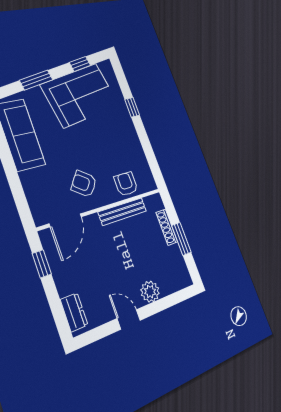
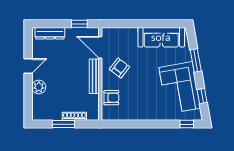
window: (132, 107) -> (187, 124), moved
bench: (123, 212) -> (94, 76), moved
dresser: (74, 312) -> (50, 33), width x1.44

